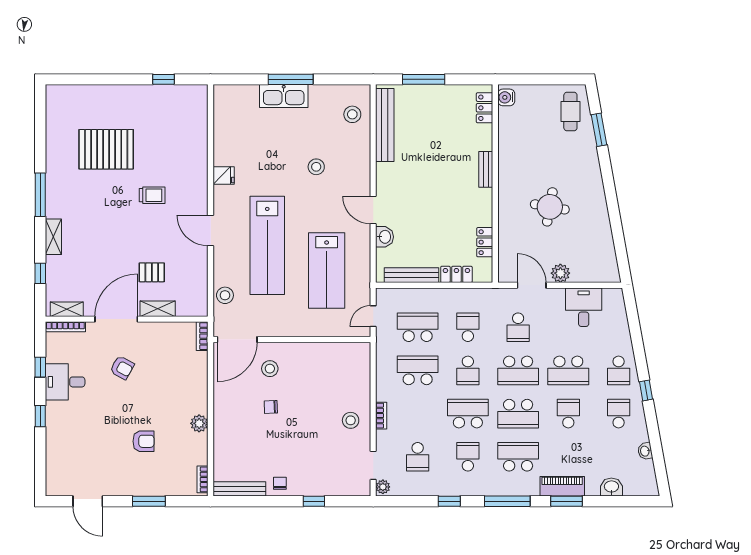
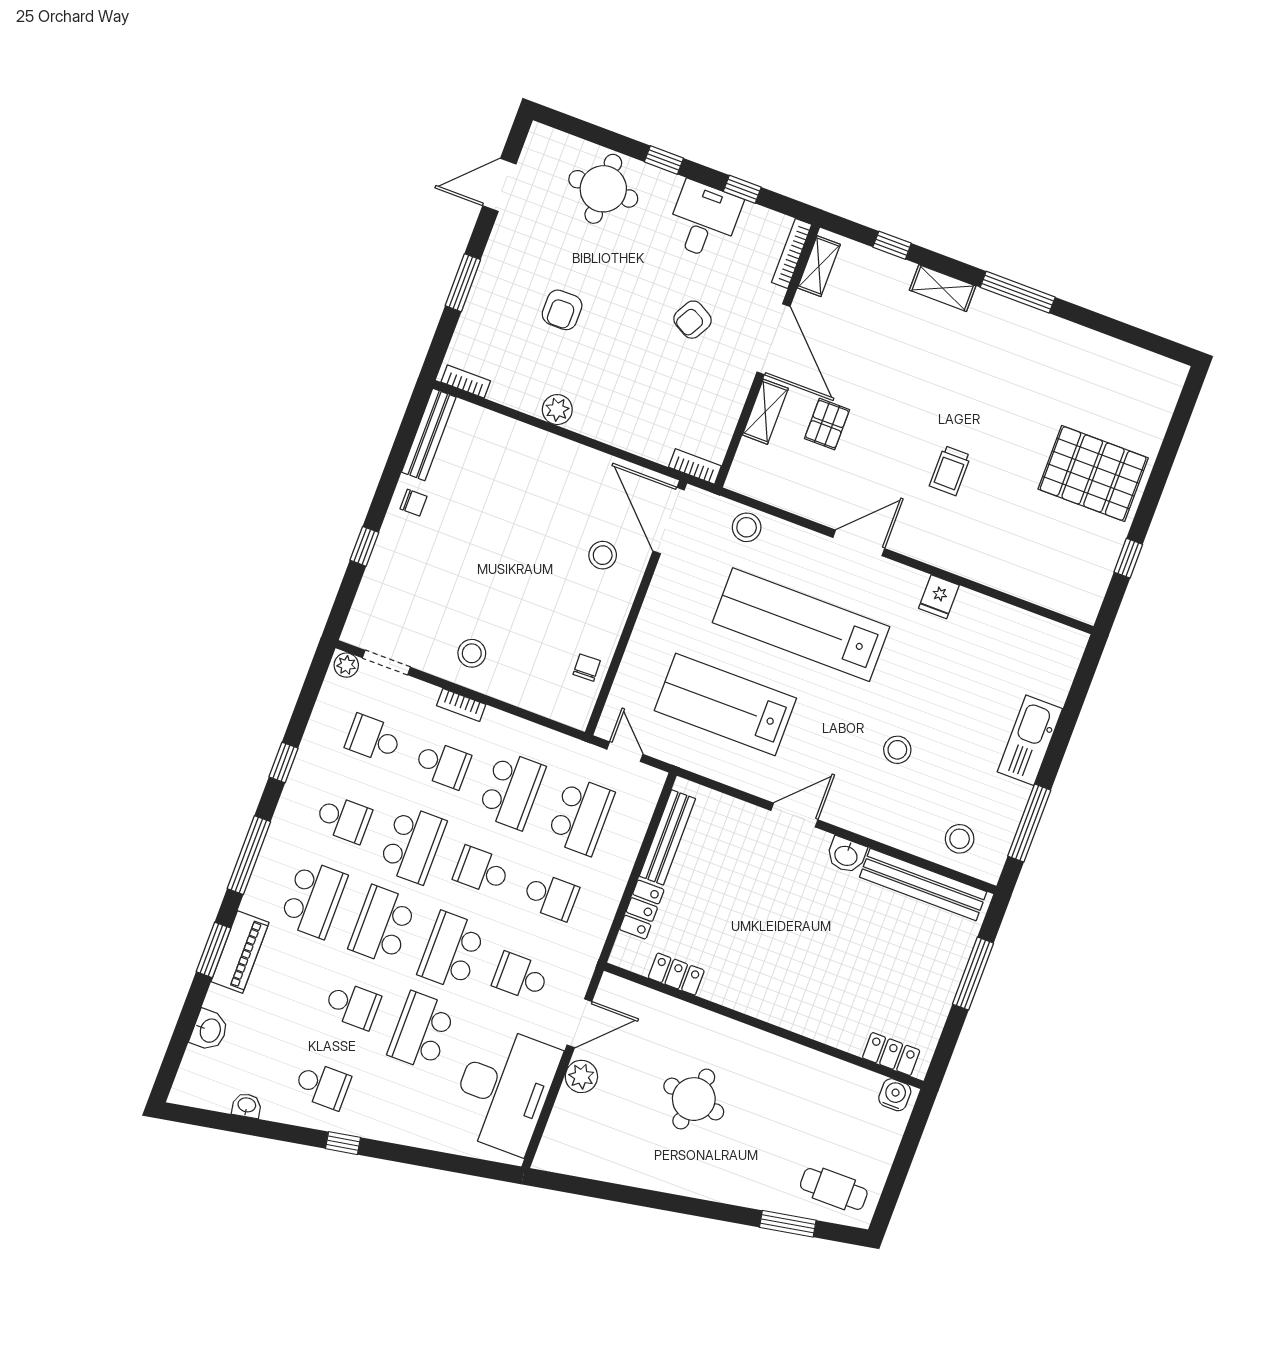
window: (291, 79) -> (1029, 823), moved
pallet: (106, 149) -> (1093, 473), moved, turned 90
bench: (486, 169) -> (792, 1019), removed
washbasin: (385, 237) -> (846, 855), moved
desk: (584, 307) -> (504, 1090), width x1.87, depth x1.30
school desk: (619, 370) -> (442, 764), moved, turned 180
chair: (271, 407) -> (587, 668), moved
round table: (69, 443) -> (603, 189), added

